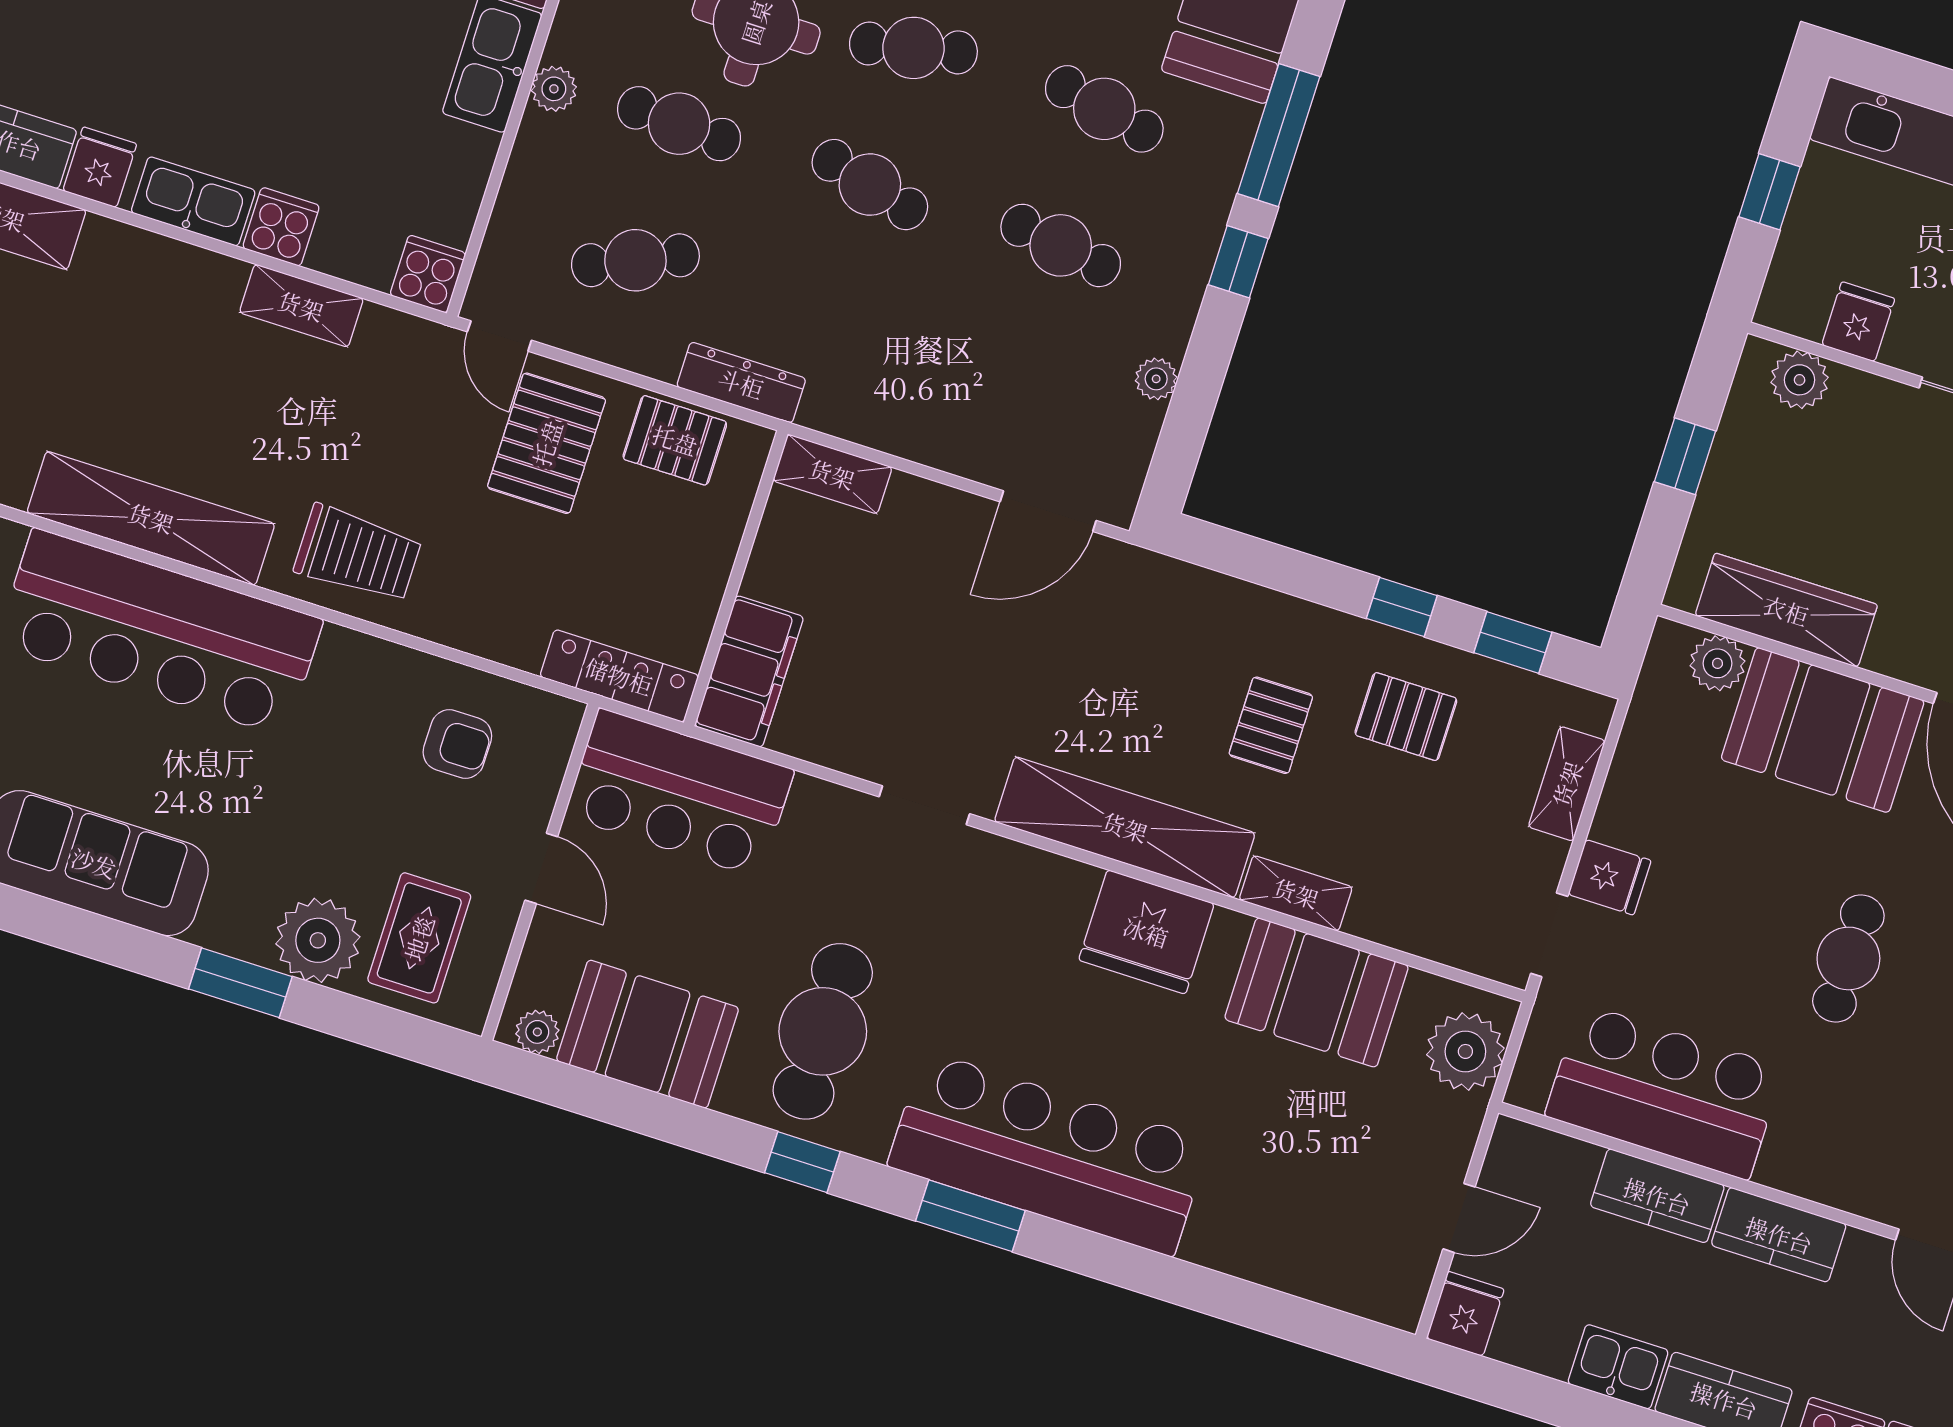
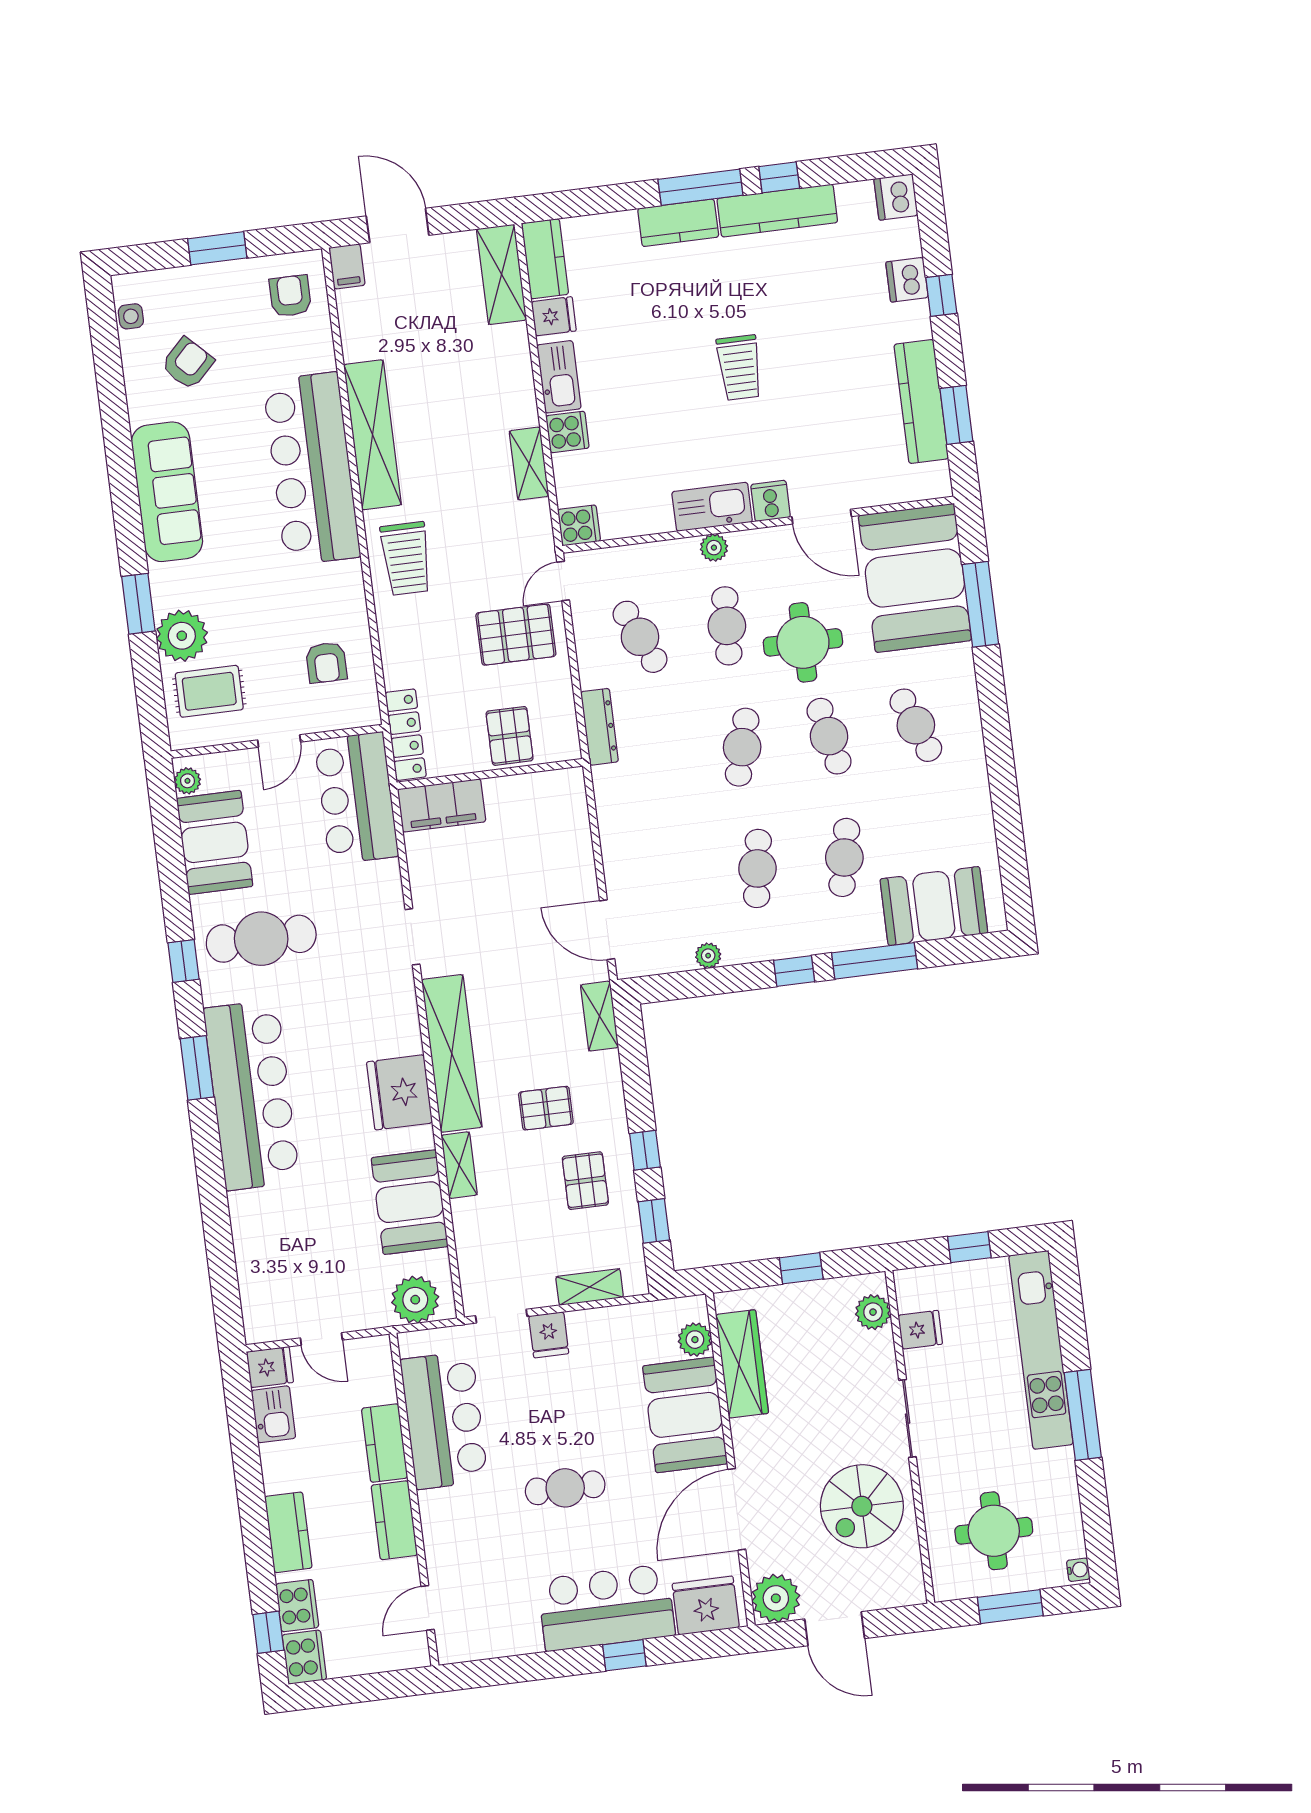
pallet: (675, 440) -> (510, 736), moved
shelving: (832, 474) -> (600, 1016), moved
kitchen sink: (1618, 1367) -> (273, 1414), moved

